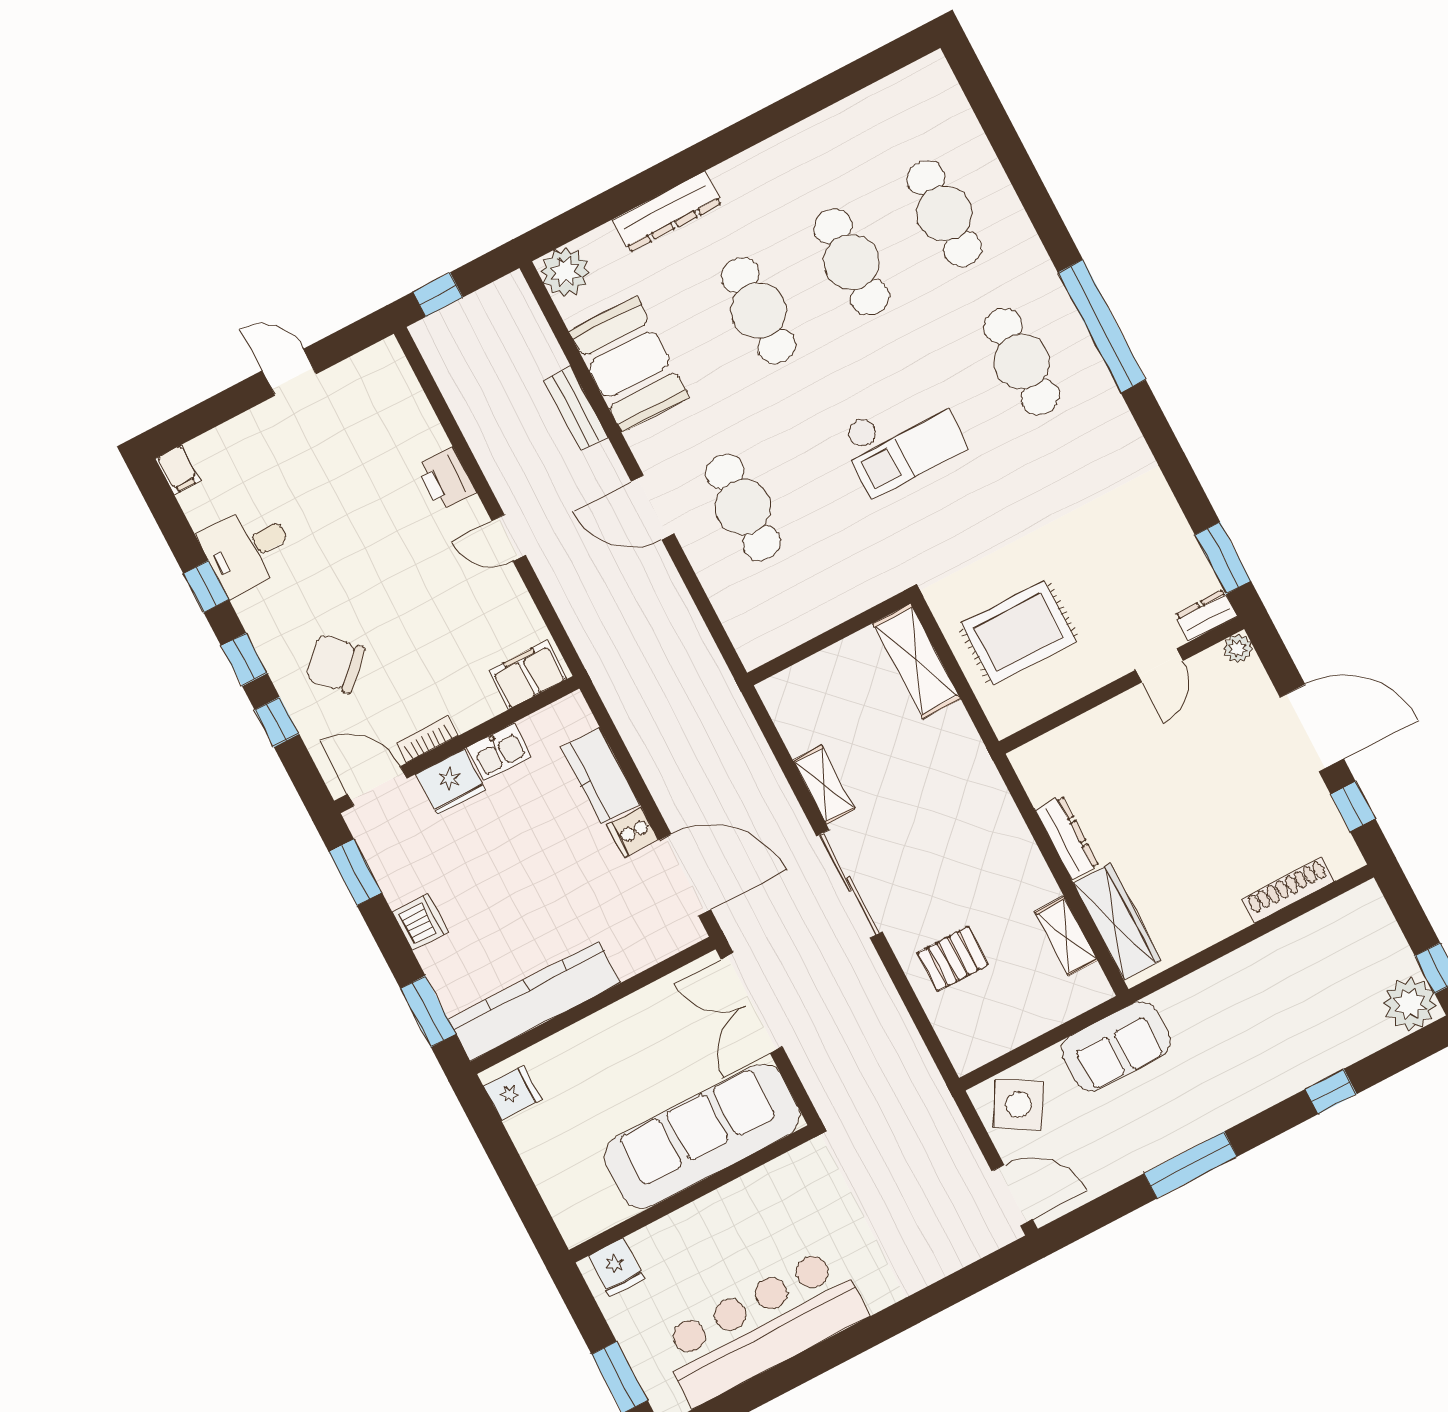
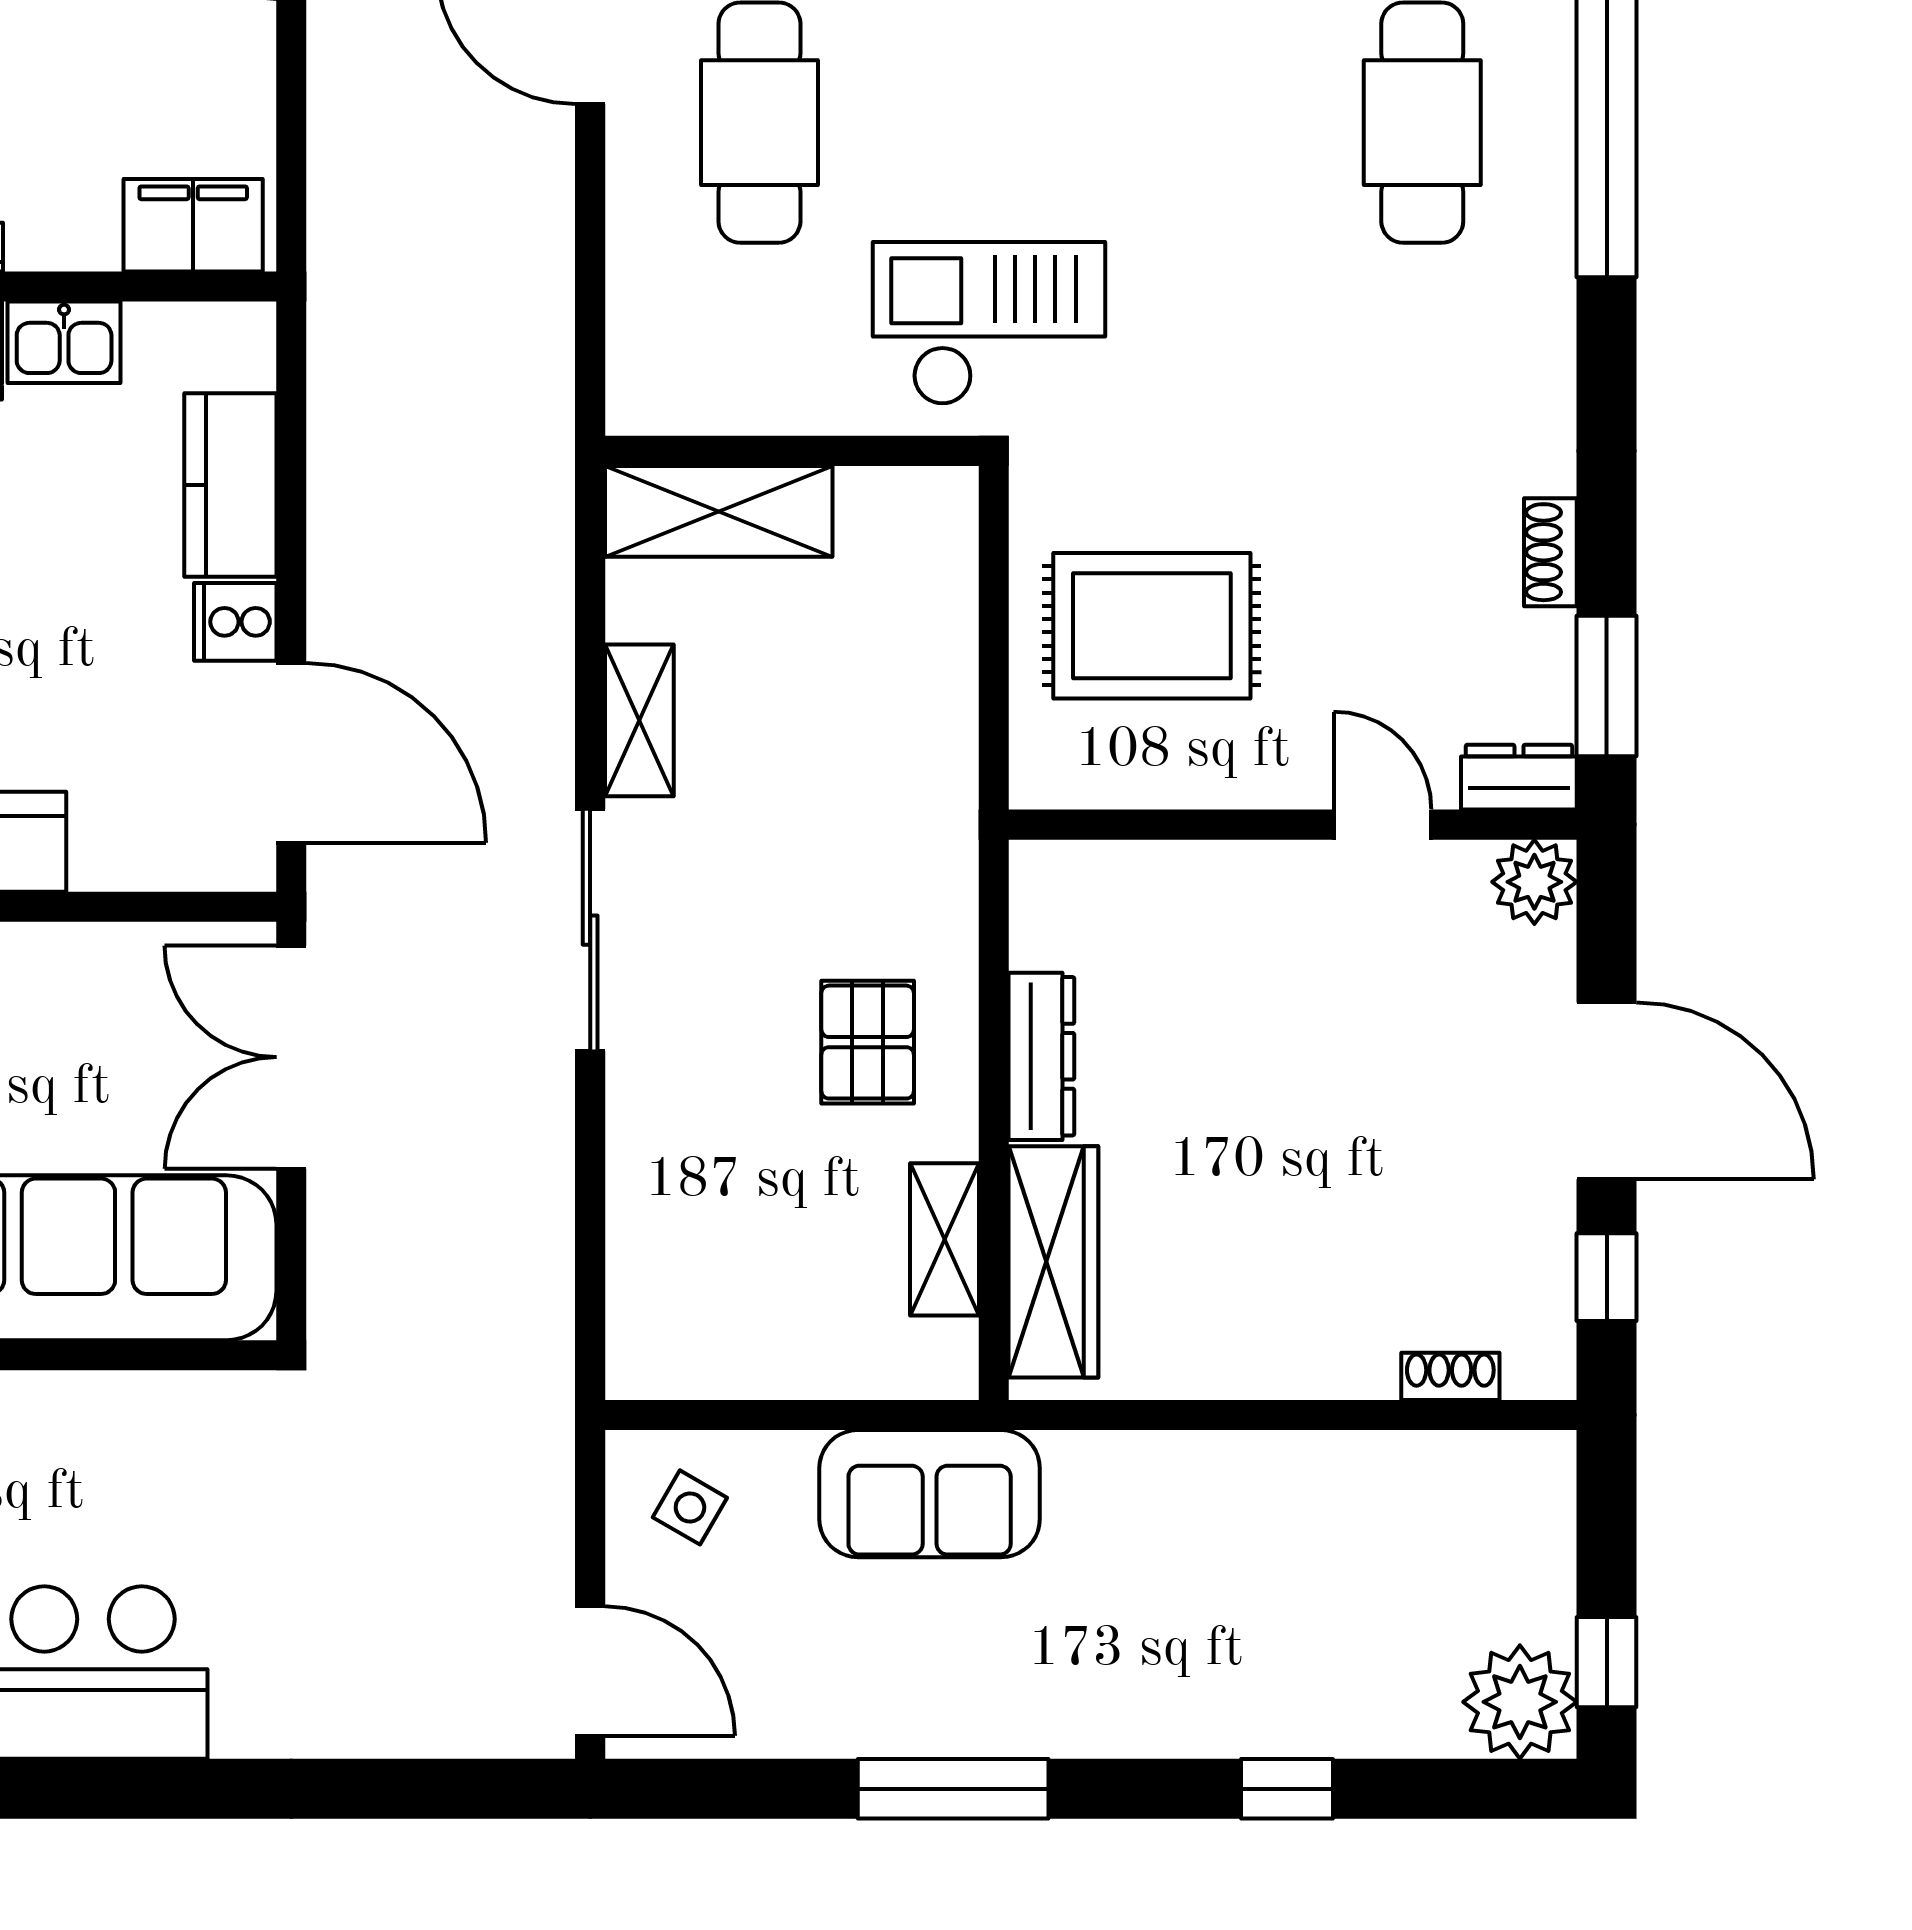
checkout: (902, 440) -> (989, 323), moved, turned 180
shoe rack: (1170, 514) -> (1550, 552), added
plant: (1238, 649) -> (1534, 882), width x1.38, depth x1.38
shelving: (917, 661) -> (719, 511), moved, turned 90
door: (1159, 665) -> (1383, 825), swing flipped
shoe rack: (1288, 890) -> (1450, 1376), width x0.51, depth x0.81
pallet: (953, 959) -> (868, 1042), moved, turned 90
side table: (1018, 1105) -> (690, 1507), width x0.54, depth x0.54

